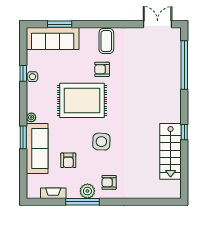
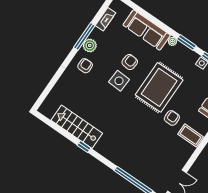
window: (23, 137) -> (186, 42), moved
armchair: (68, 160) -> (130, 62), moved, turned 96

